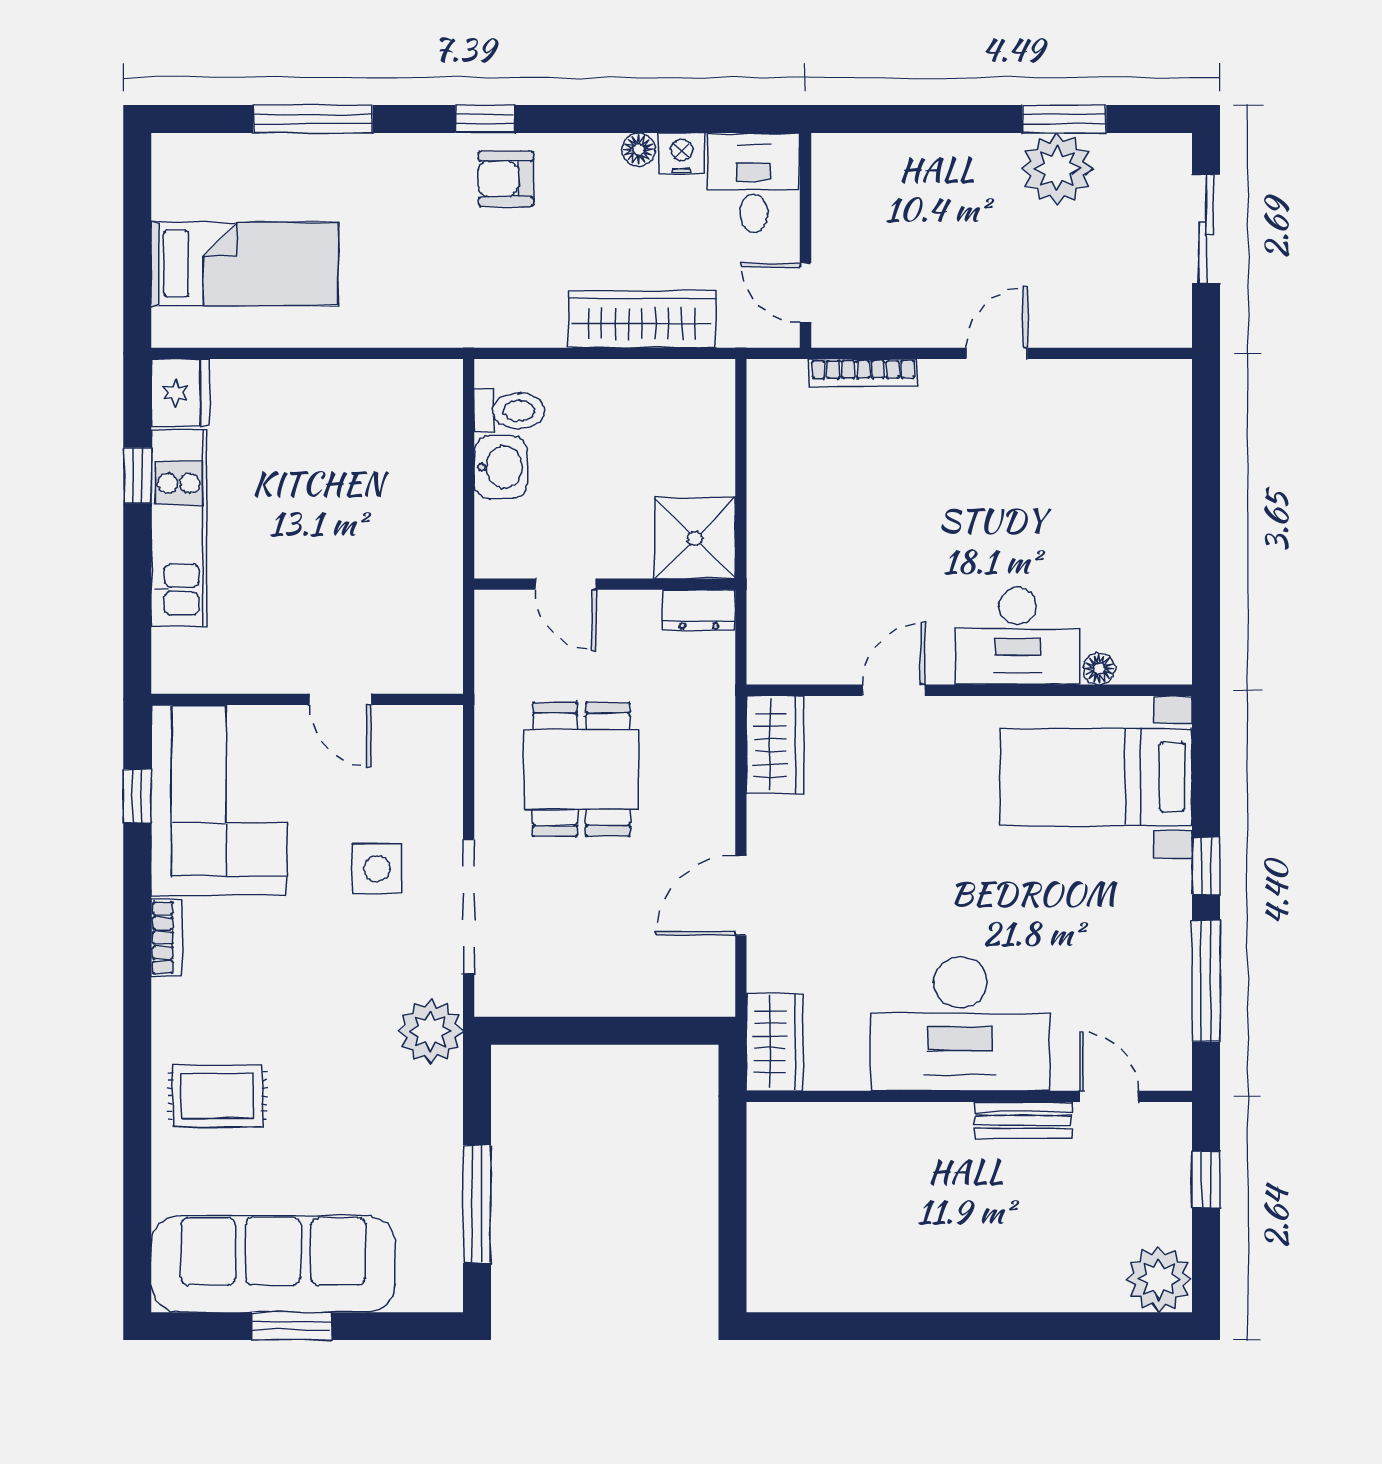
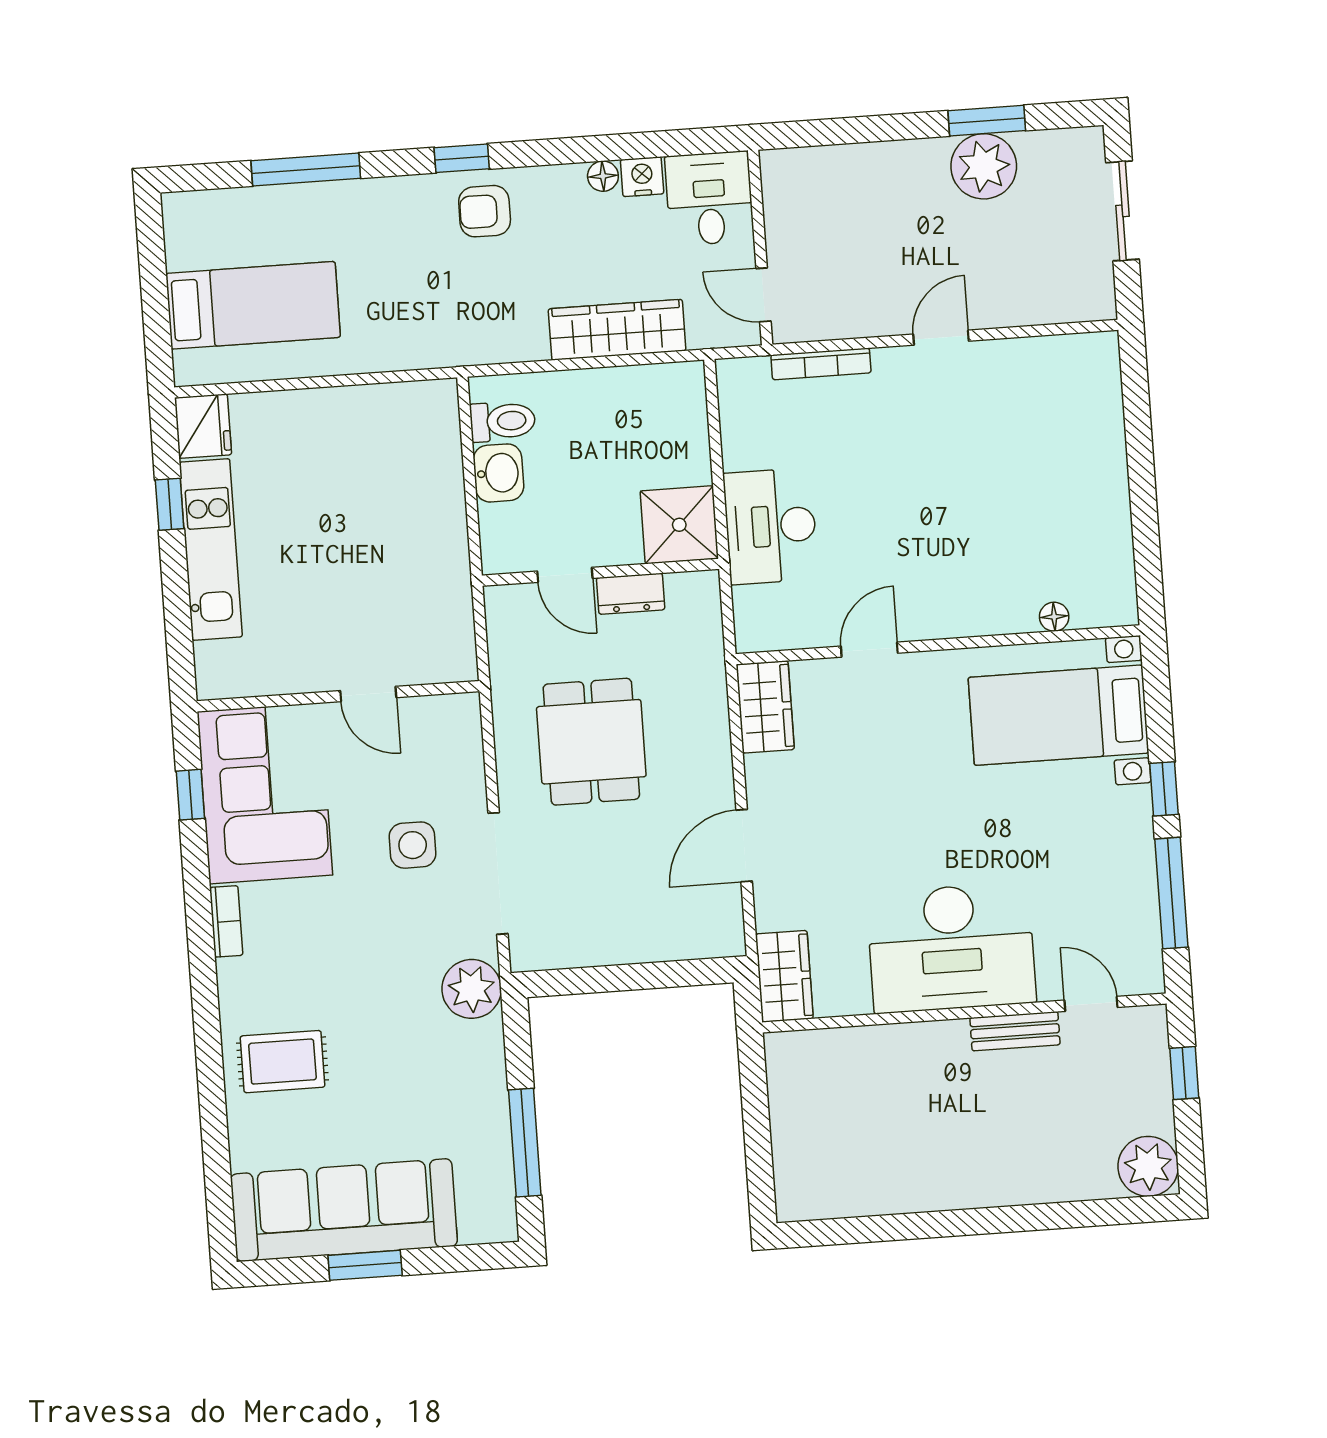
dresser: (699, 610) -> (631, 594), moved
desk: (1017, 636) -> (771, 526), moved, turned 90

